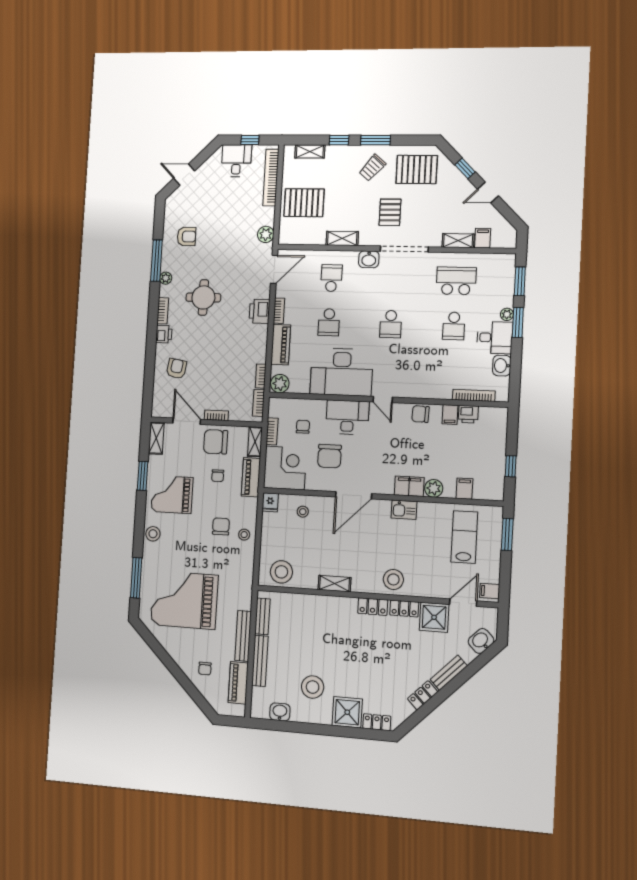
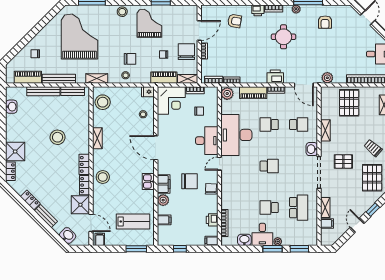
school desk: (391, 324) -> (269, 166), turned 180
filing cabinet: (450, 415) -> (211, 241), moved
shelving: (156, 438) -> (97, 78), moved
chair: (329, 456) -> (189, 181), moved, turned 180
stool: (313, 687) -> (58, 137), moved

